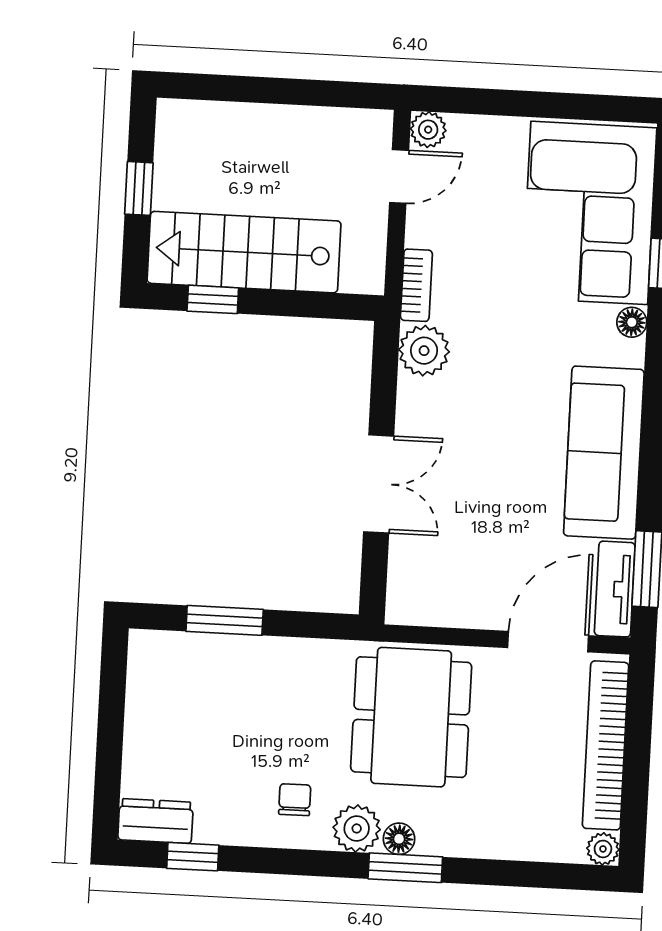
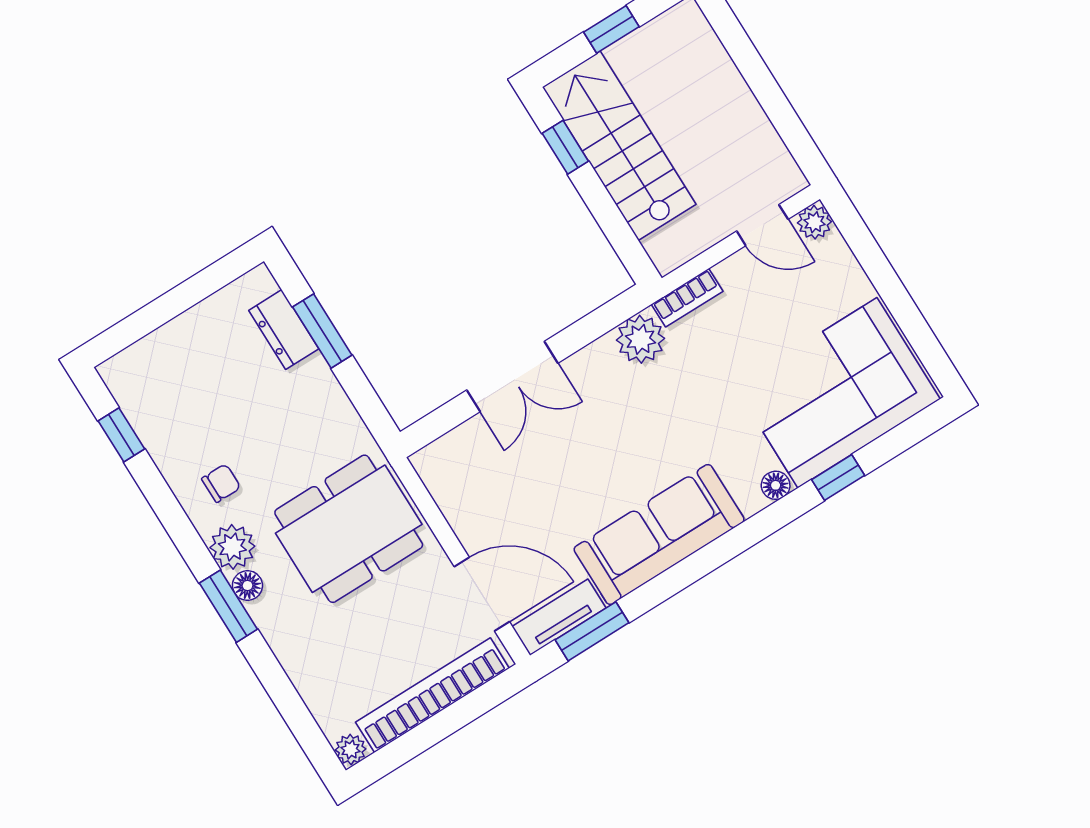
dresser: (156, 821) -> (284, 330), moved, turned 180

